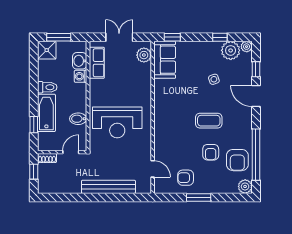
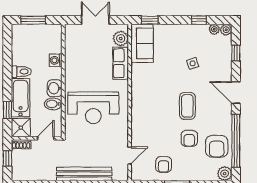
shower: (47, 50) -> (21, 128), moved
plant: (231, 50) -> (214, 29), width x0.53, depth x0.53
washbasin: (80, 61) -> (55, 88), moved
row of seats: (97, 63) -> (121, 63), moved, turned 180
door: (256, 96) -> (236, 93), moved
coffee table: (209, 121) -> (187, 106), turned 90
door: (153, 169) -> (130, 155), hinge flipped
armchair: (186, 178) -> (164, 164), turned -89

